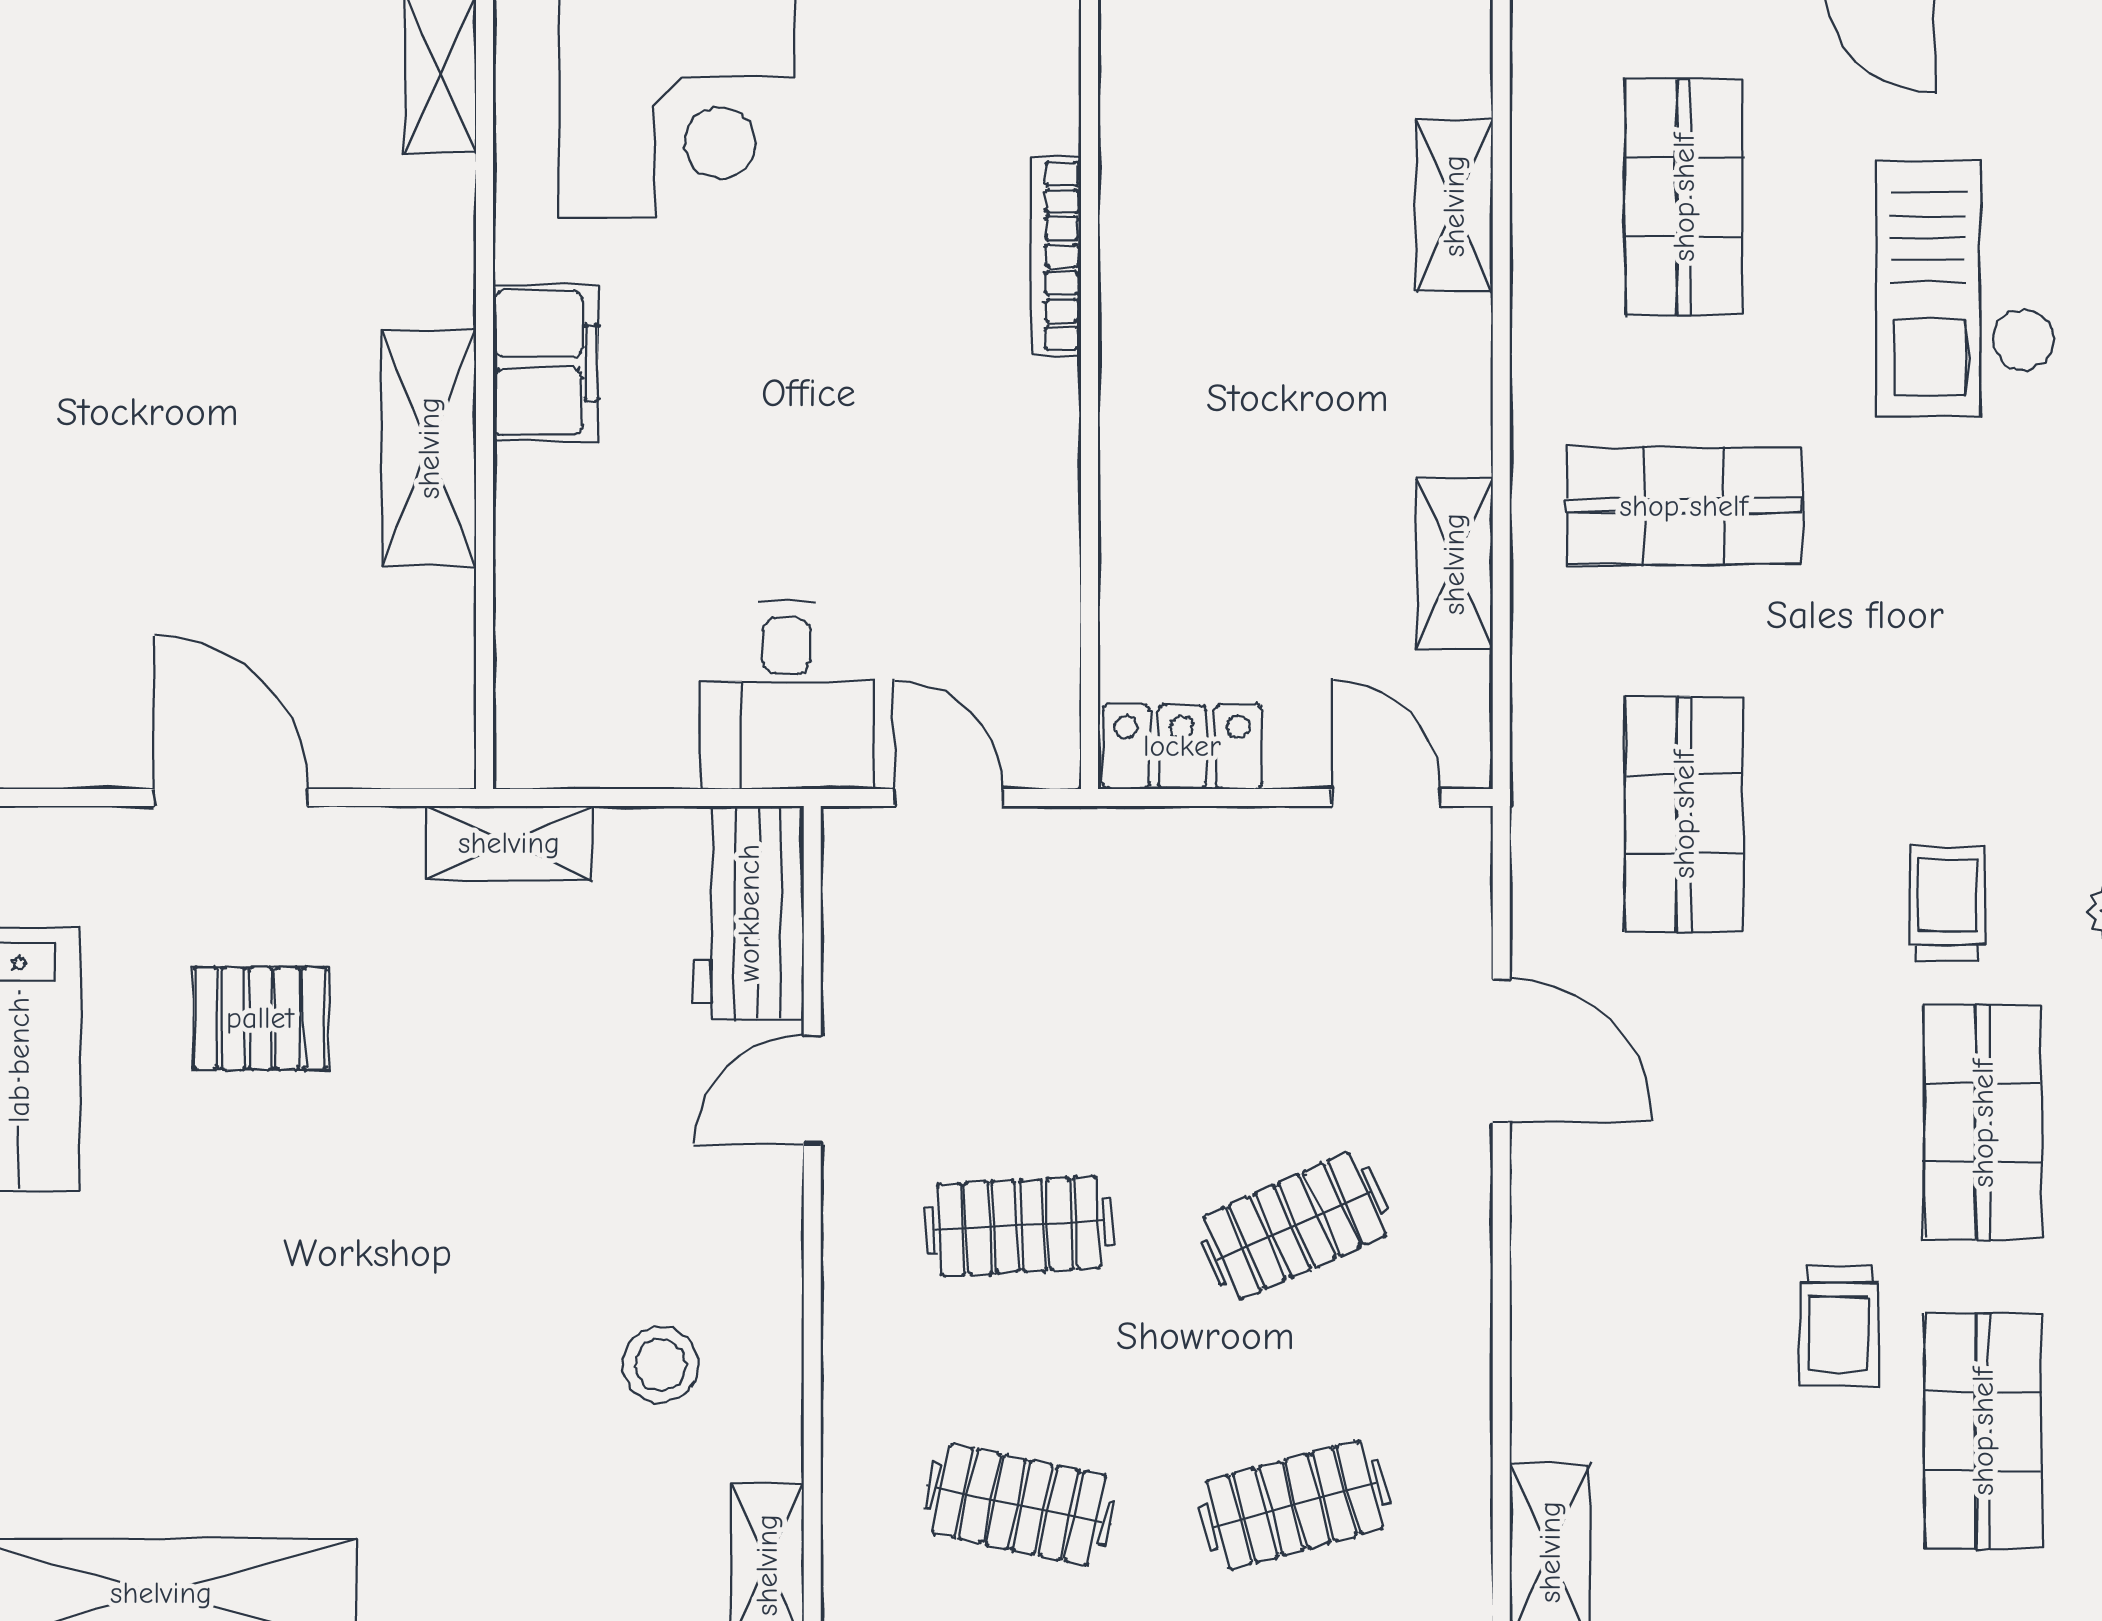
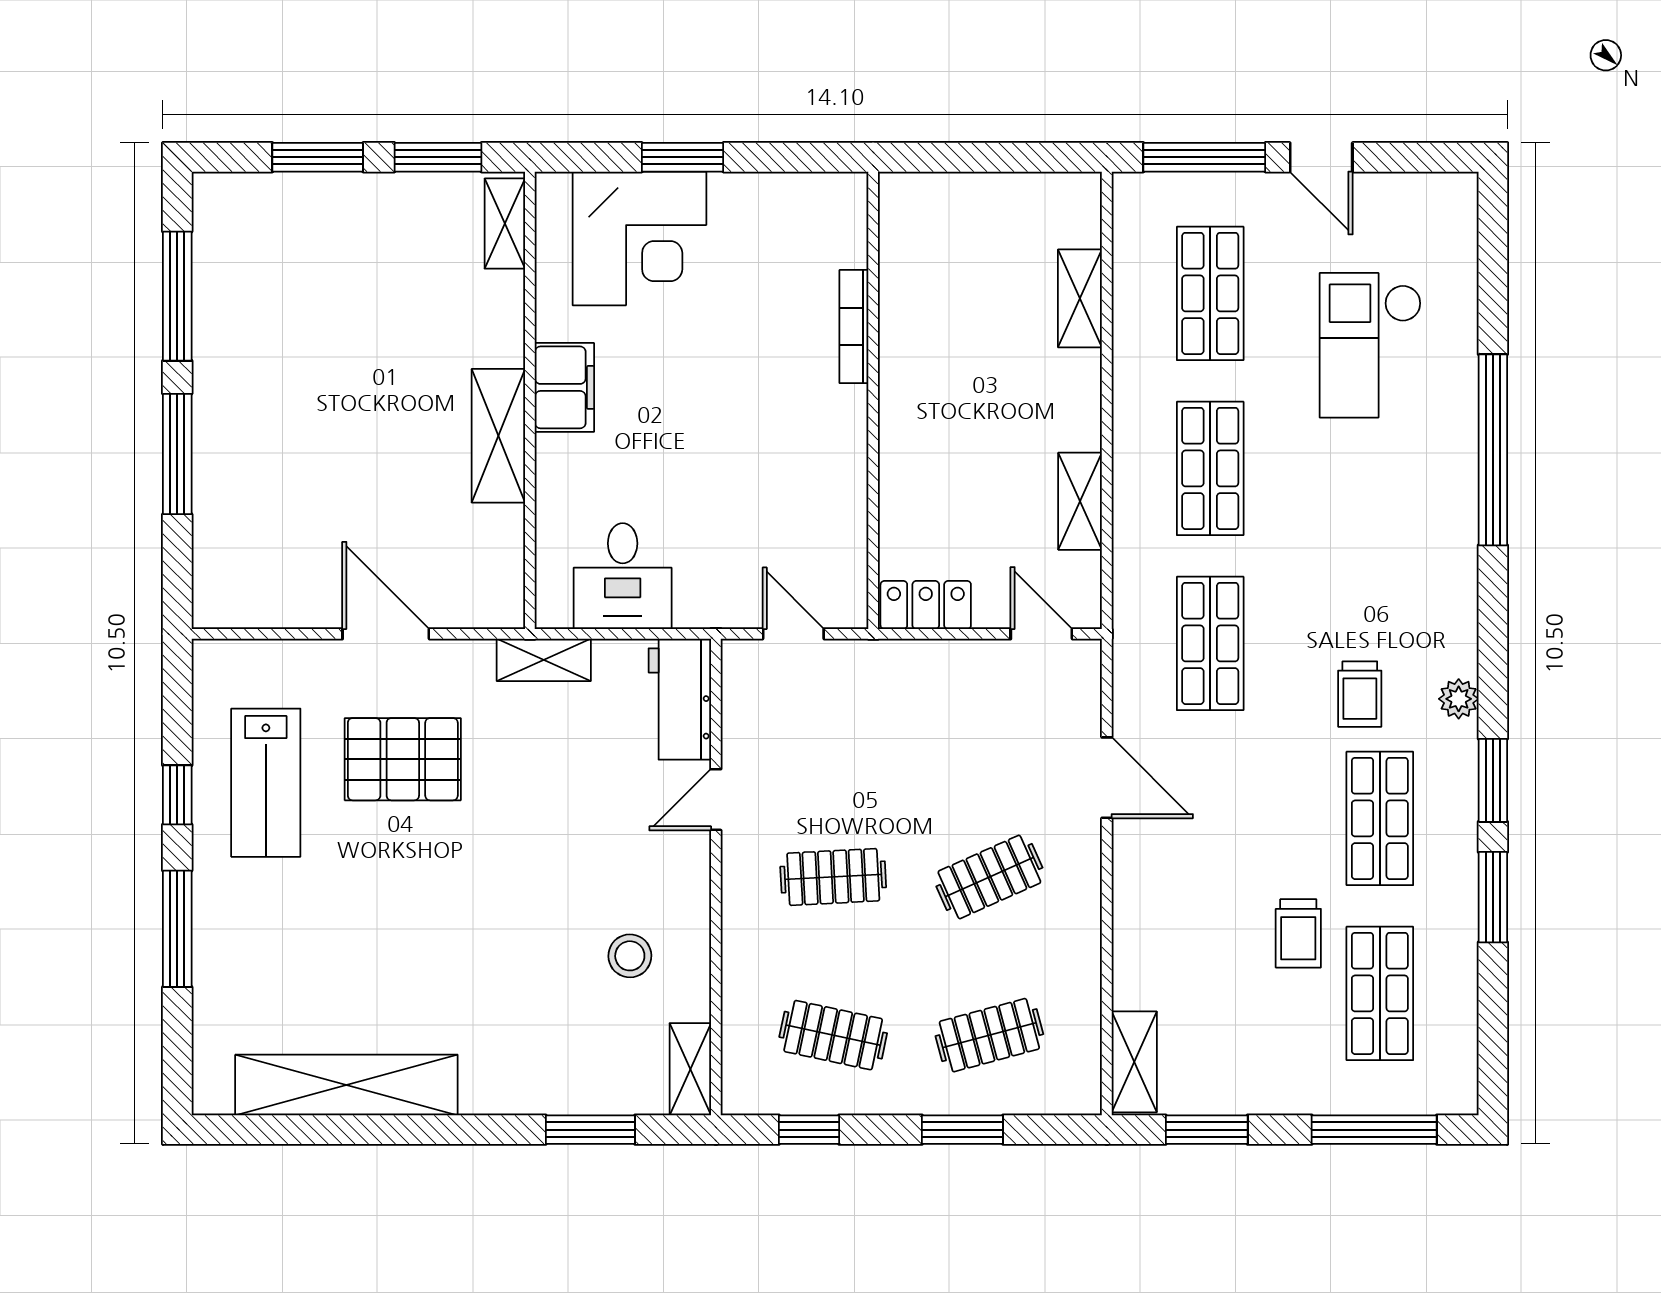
shop shelf: (1684, 506) -> (1210, 468), turned 90
desk: (787, 696) -> (623, 576), moved
trolley: (1947, 904) -> (1360, 694), turned 180
pallet: (260, 1018) -> (403, 759), width x1.50, depth x1.42

